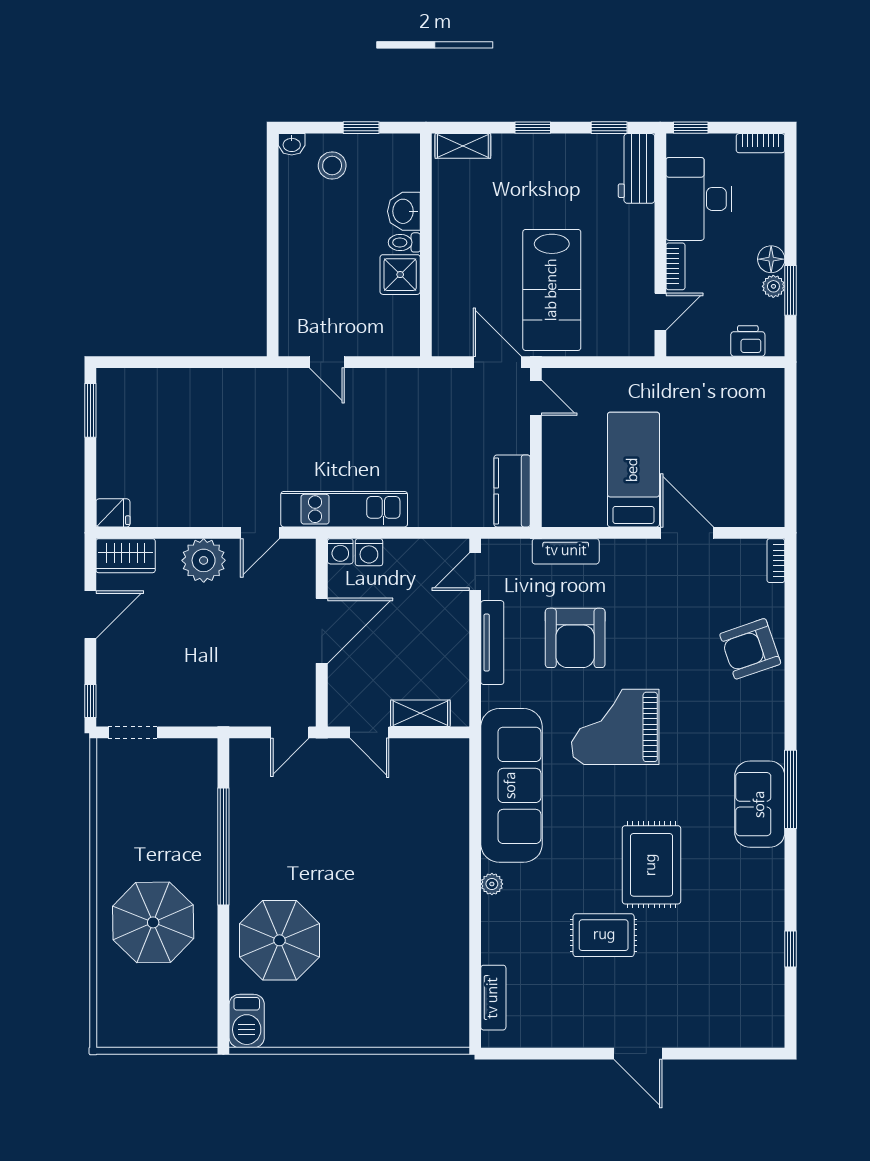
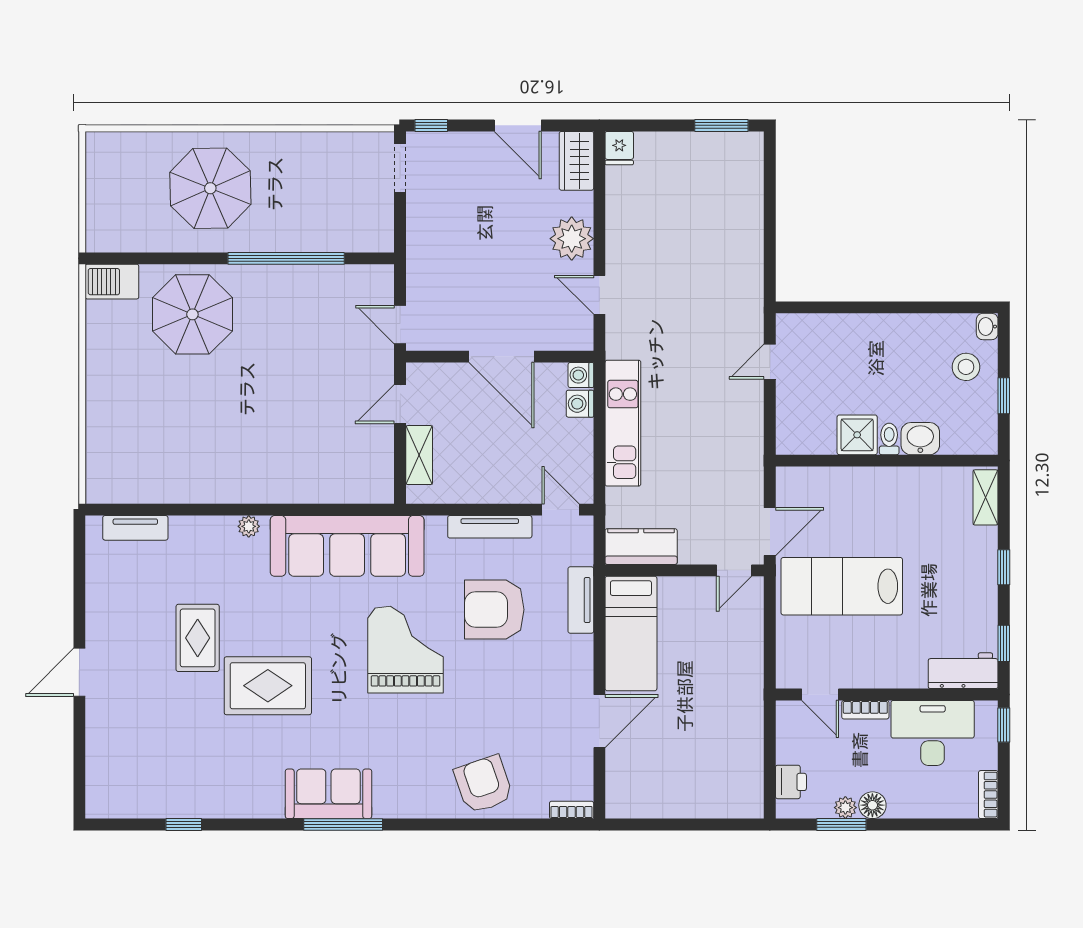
bed: (633, 470) -> (631, 633), moved, turned 90
kitchen unit: (344, 509) -> (623, 423), moved

